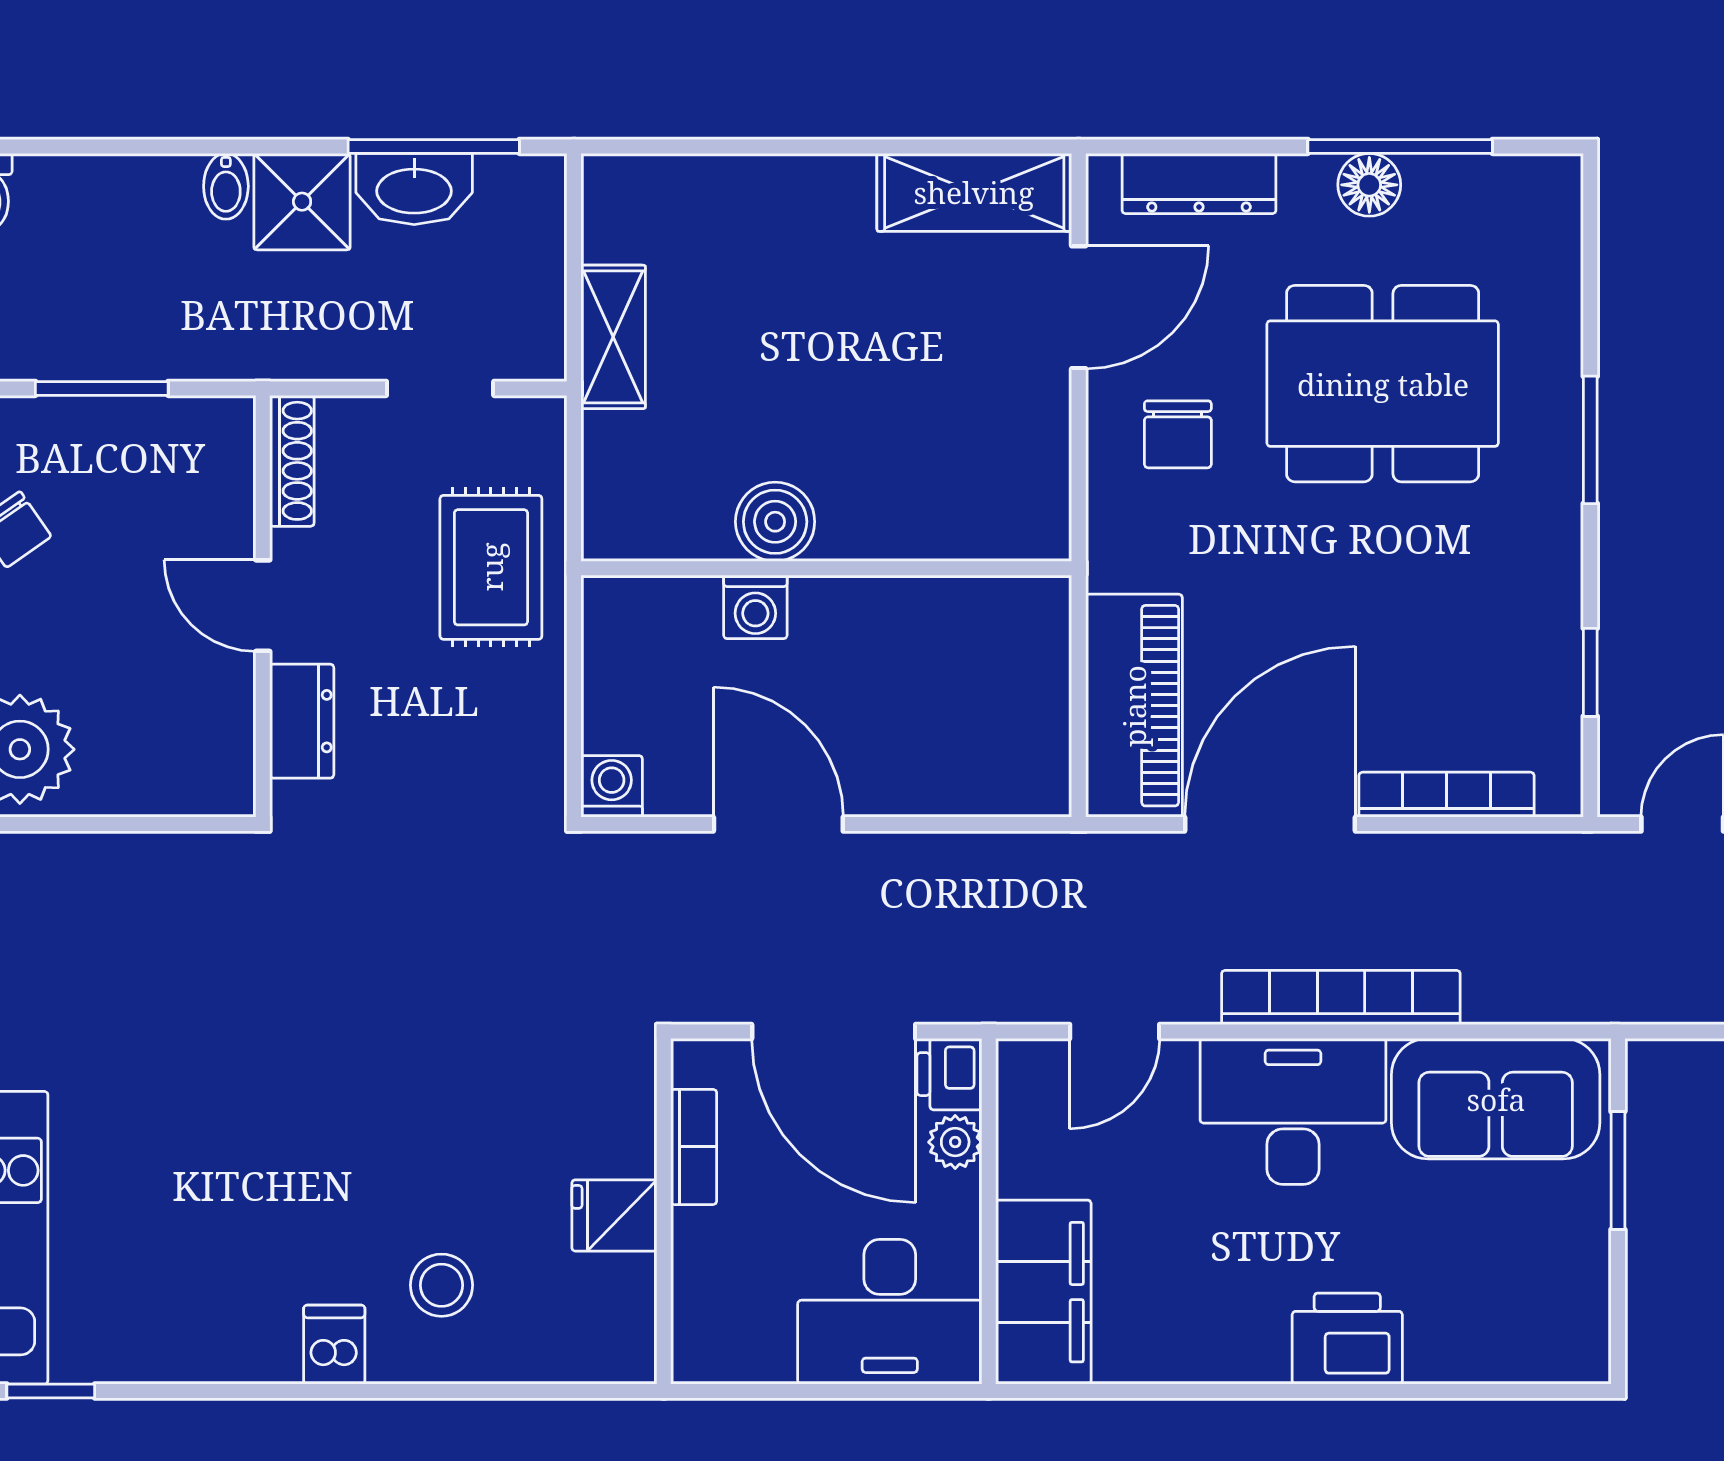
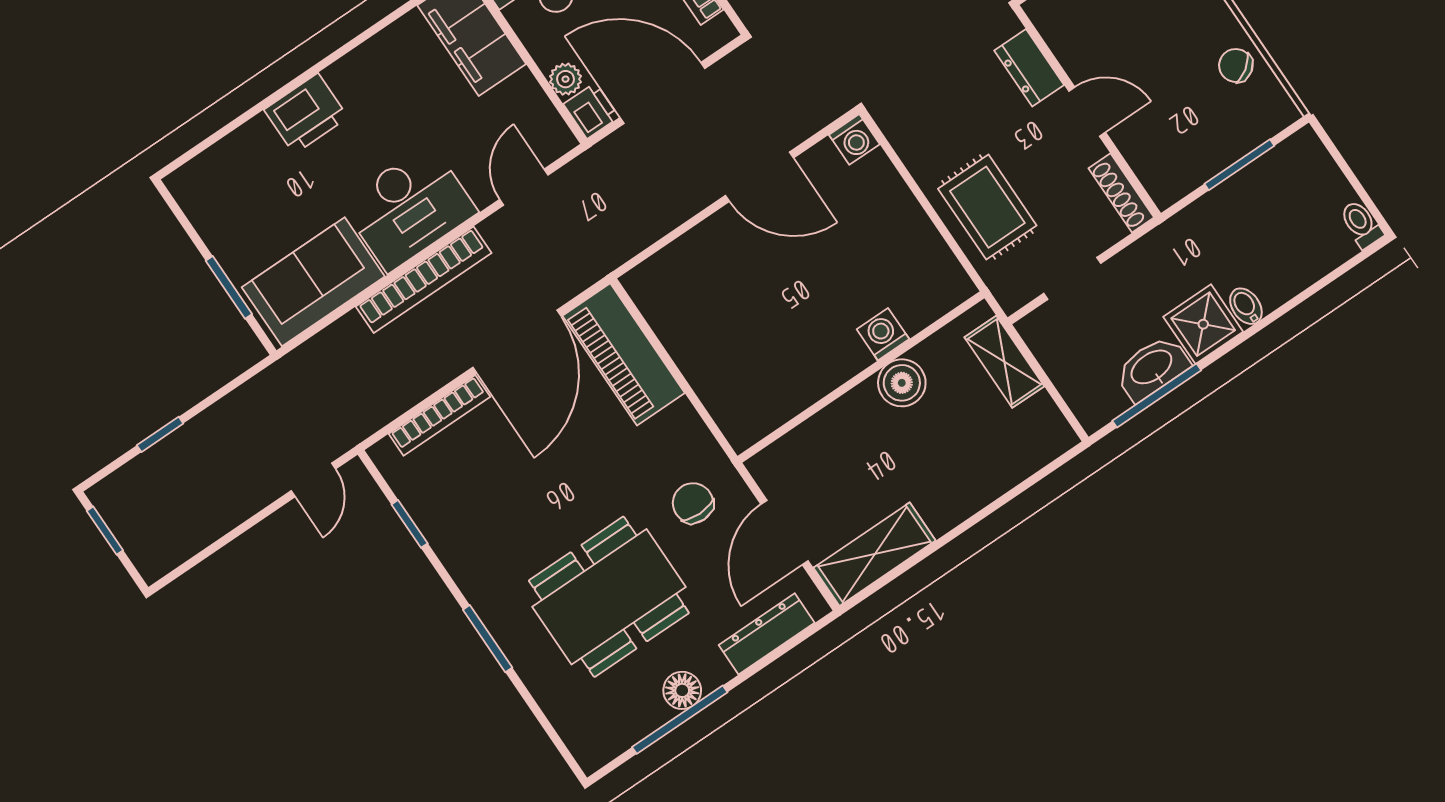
boiler: (775, 522) -> (902, 383), moved
wall: (826, 568) -> (861, 377), moved
washing machine: (755, 607) -> (883, 334), moved

